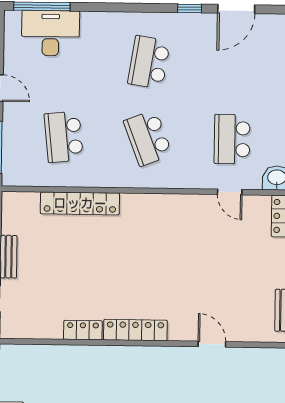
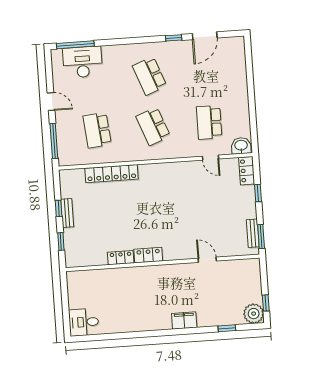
school desk: (149, 62) -> (150, 76), turned -30
locker: (135, 330) -> (148, 255), width x0.66

